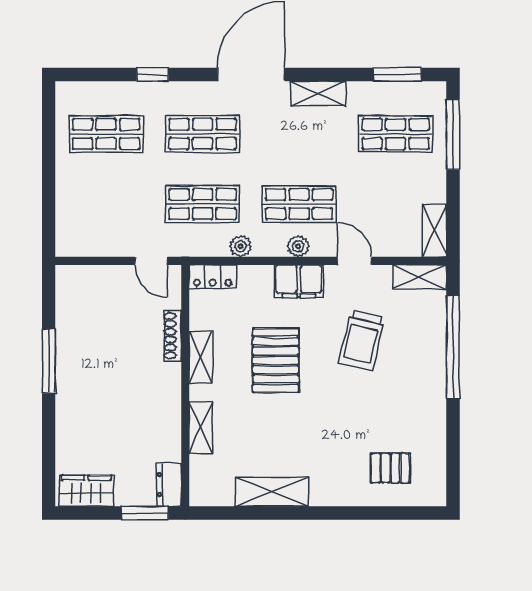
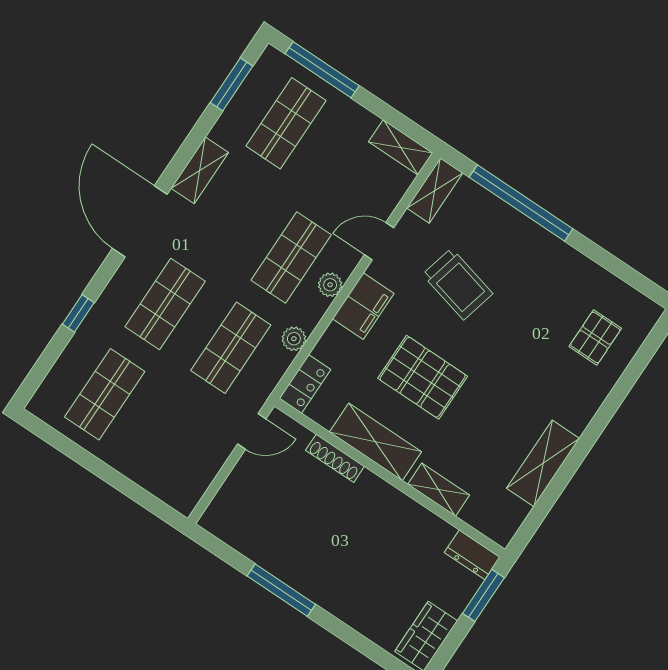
shelving: (201, 357) -> (375, 442), width x1.50, depth x1.33

